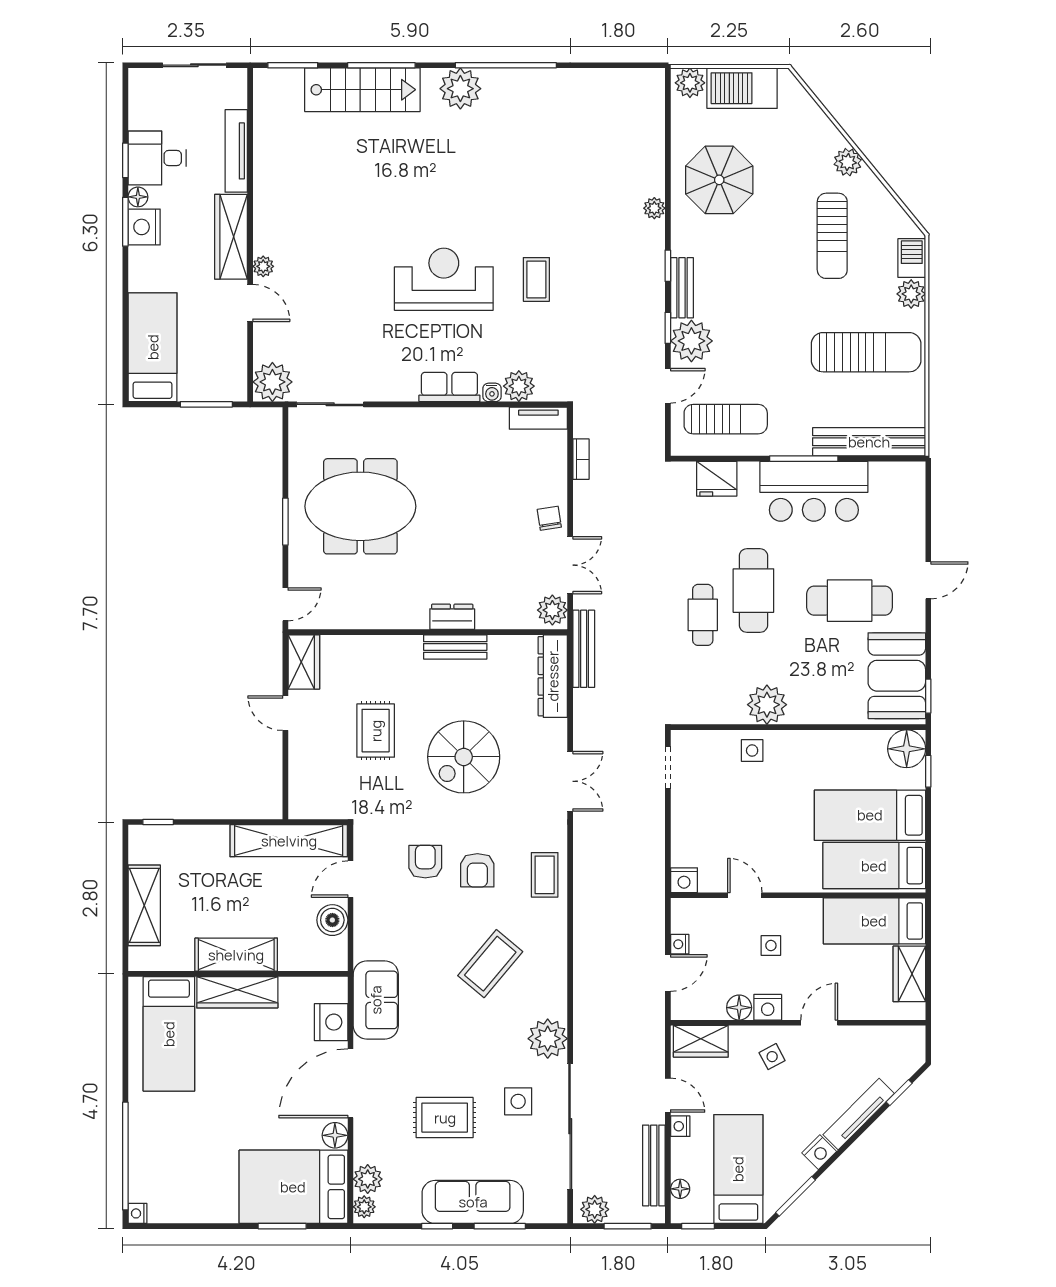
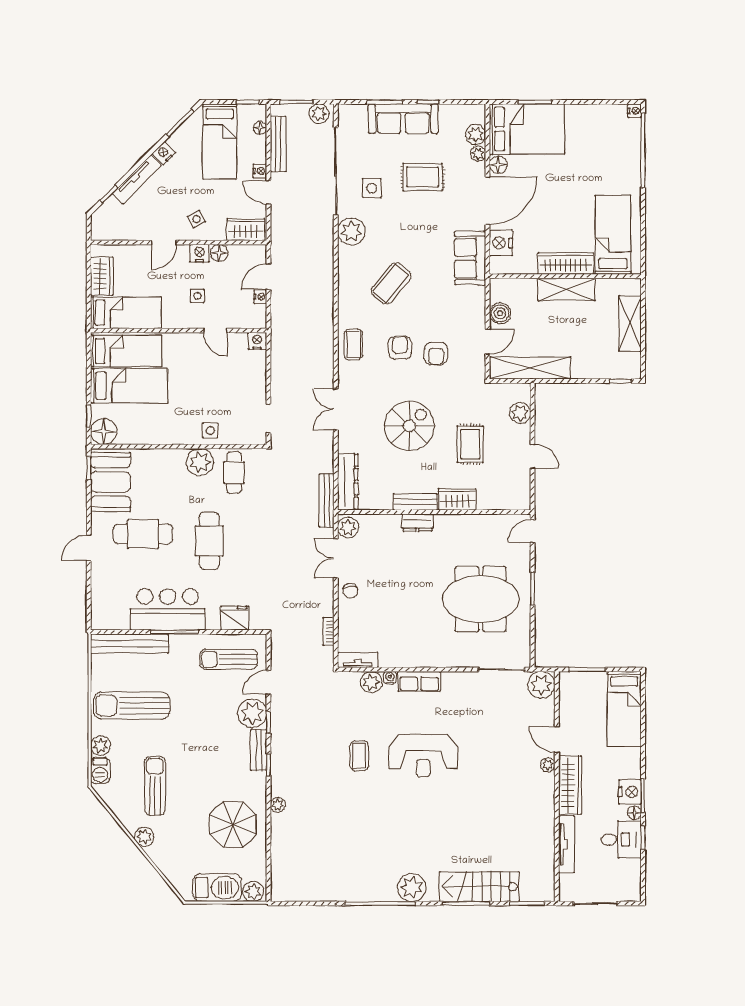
cafe table: (703, 615) -> (234, 473), moved
wardrobe: (304, 662) -> (457, 499), moved, turned 90
plant: (303, 776) -> (520, 413), added
plant: (364, 1207) -> (478, 154), moved

